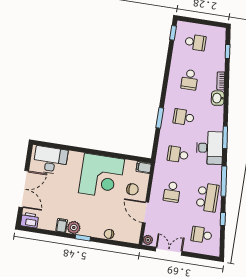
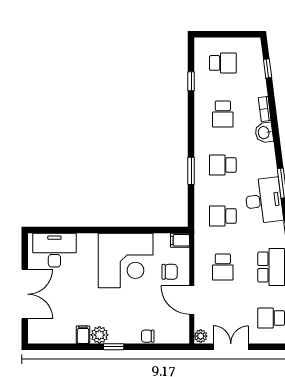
window: (173, 33) -> (191, 81), moved
printer: (30, 220) -> (39, 334), removed

